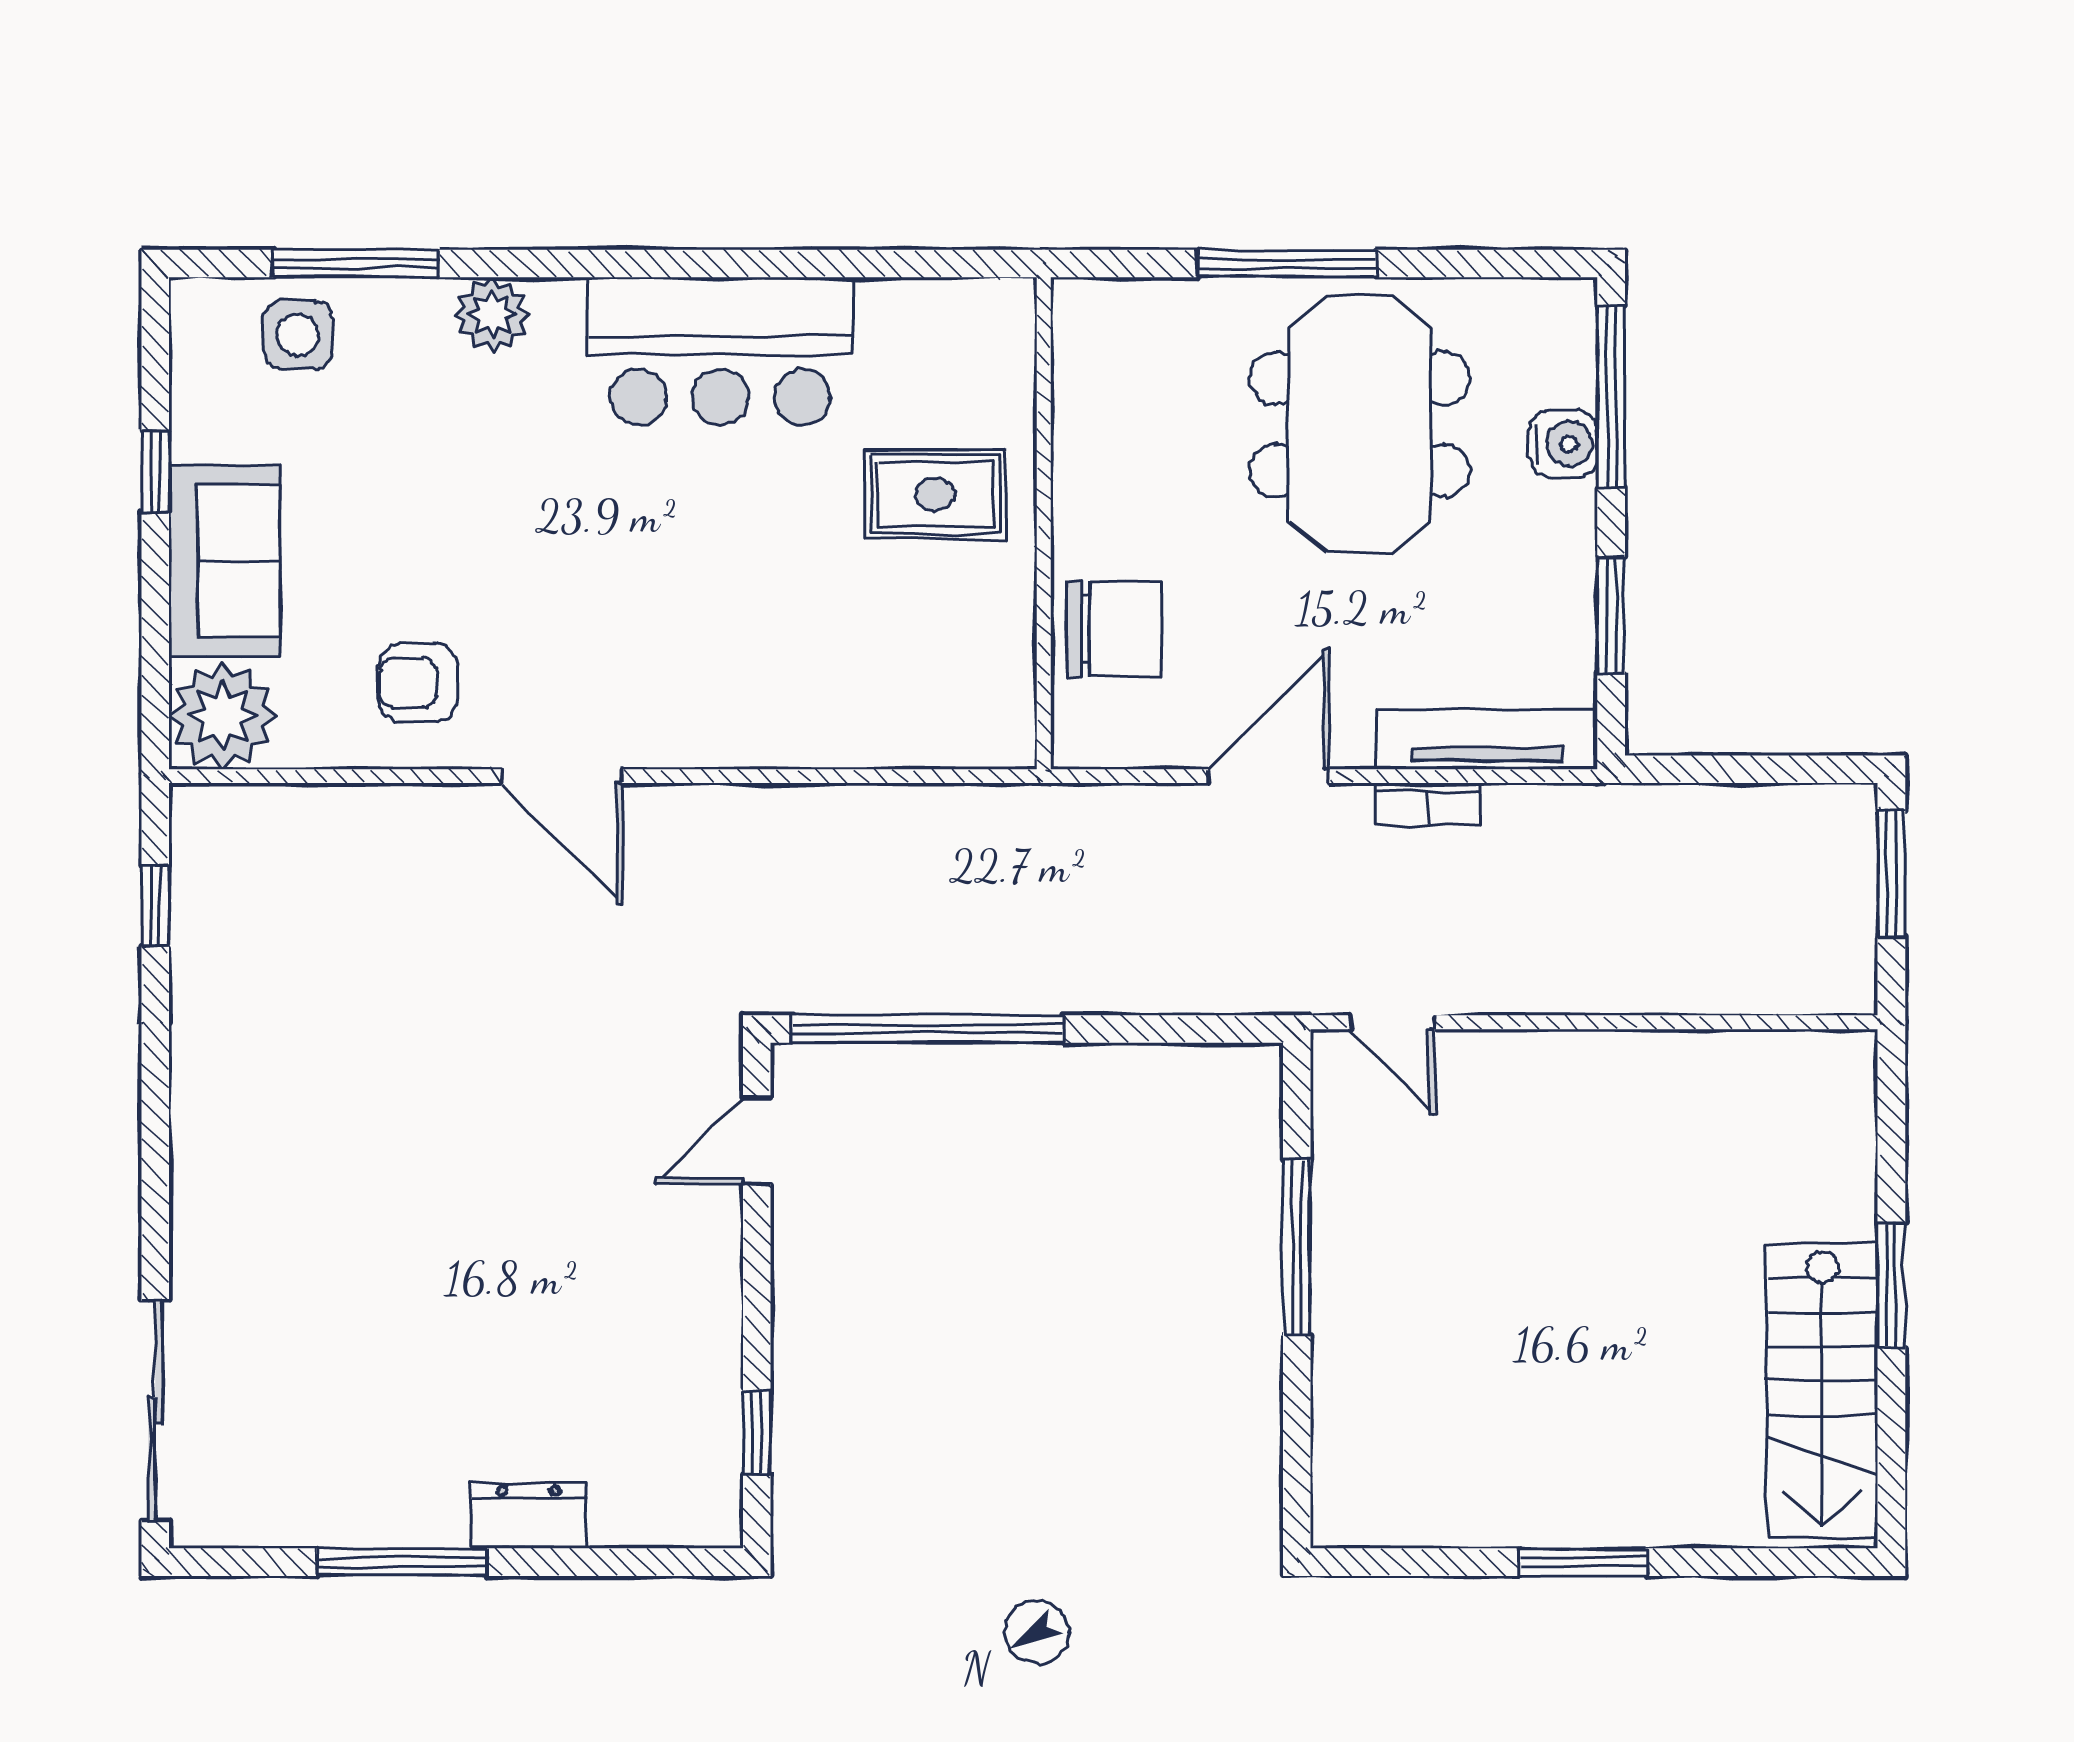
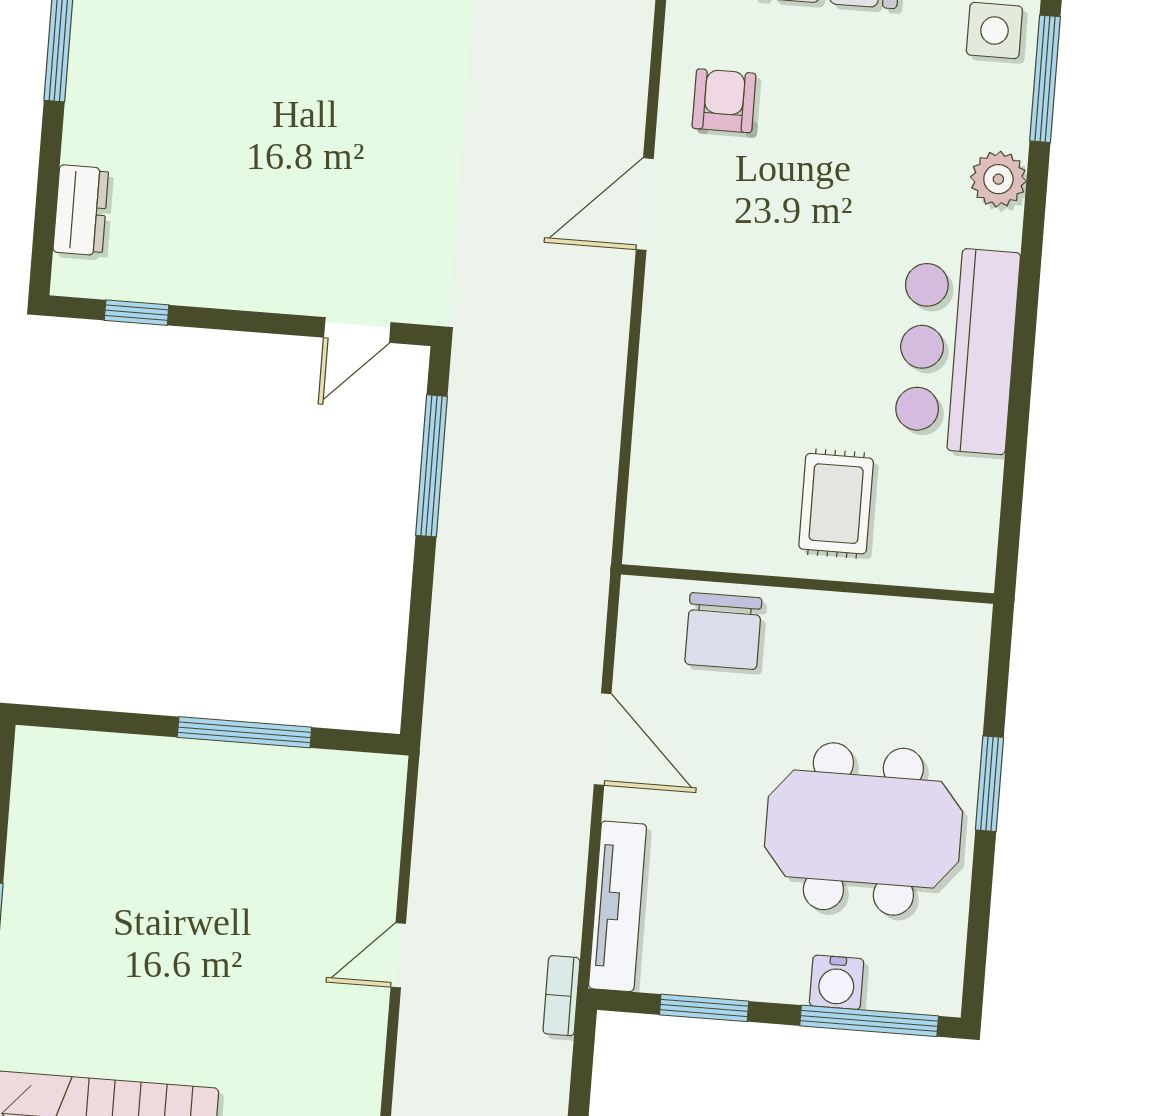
window: (1287, 264) -> (990, 784), width x0.69
bookcase: (1428, 804) -> (561, 996), moved
door: (1392, 1022) -> (398, 955), moved
window: (927, 1029) -> (432, 466), width x0.68
door: (757, 1141) -> (357, 330), swing flipped
dresser: (529, 1516) -> (81, 210), moved

